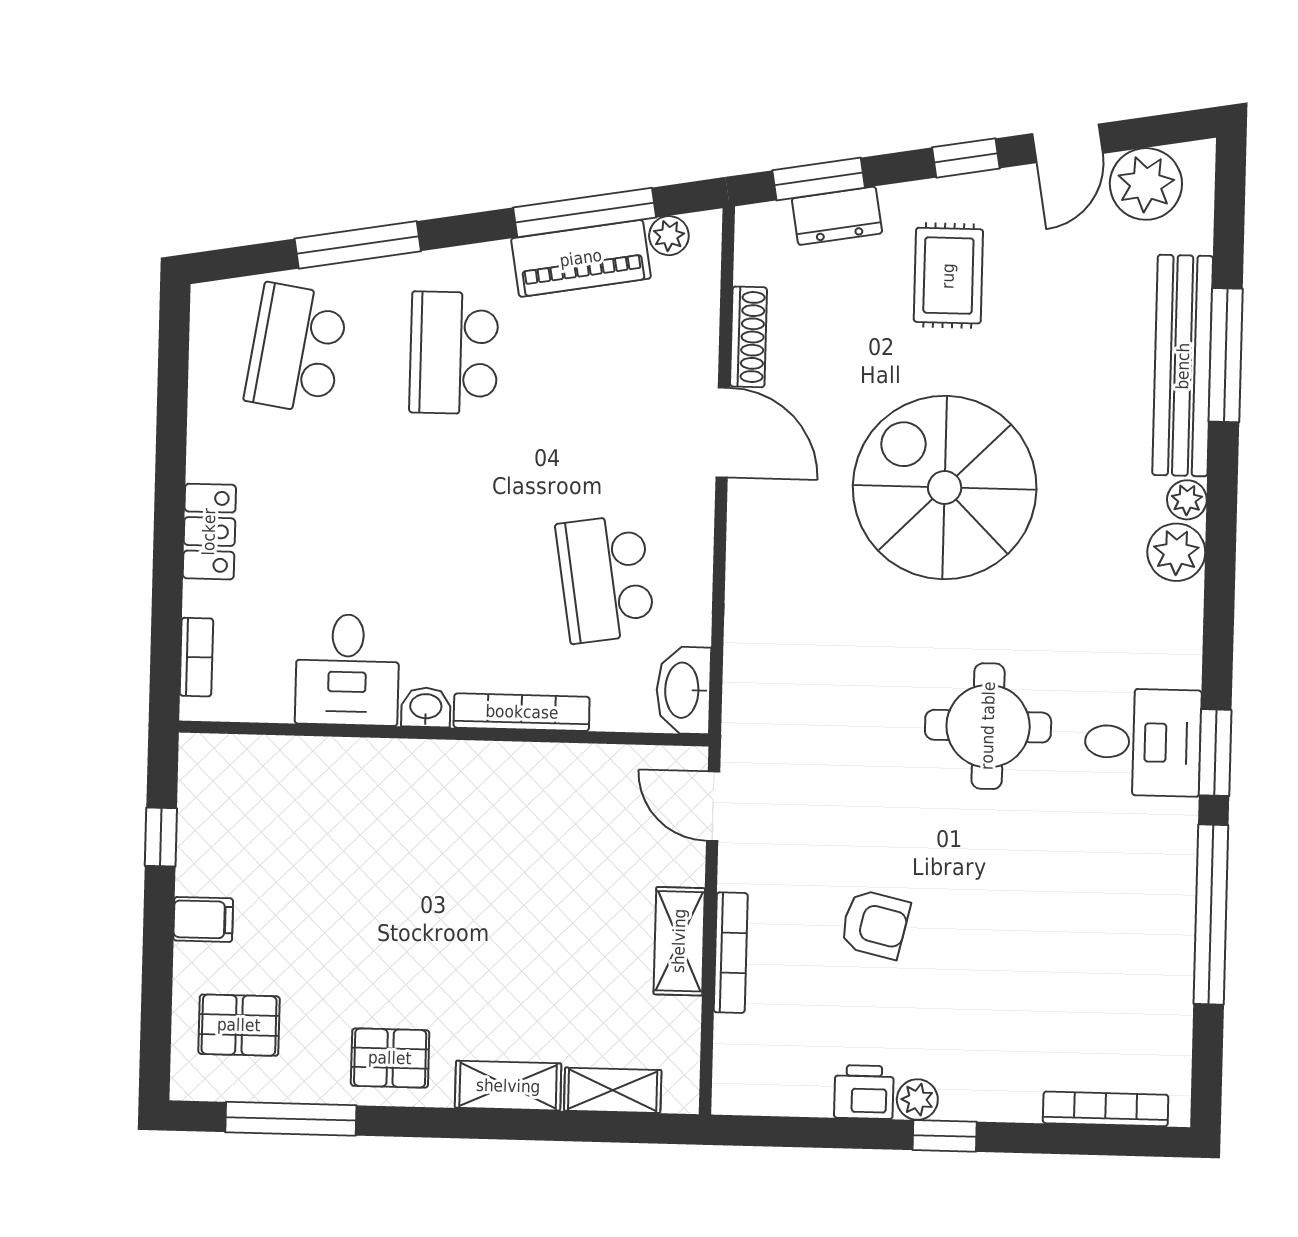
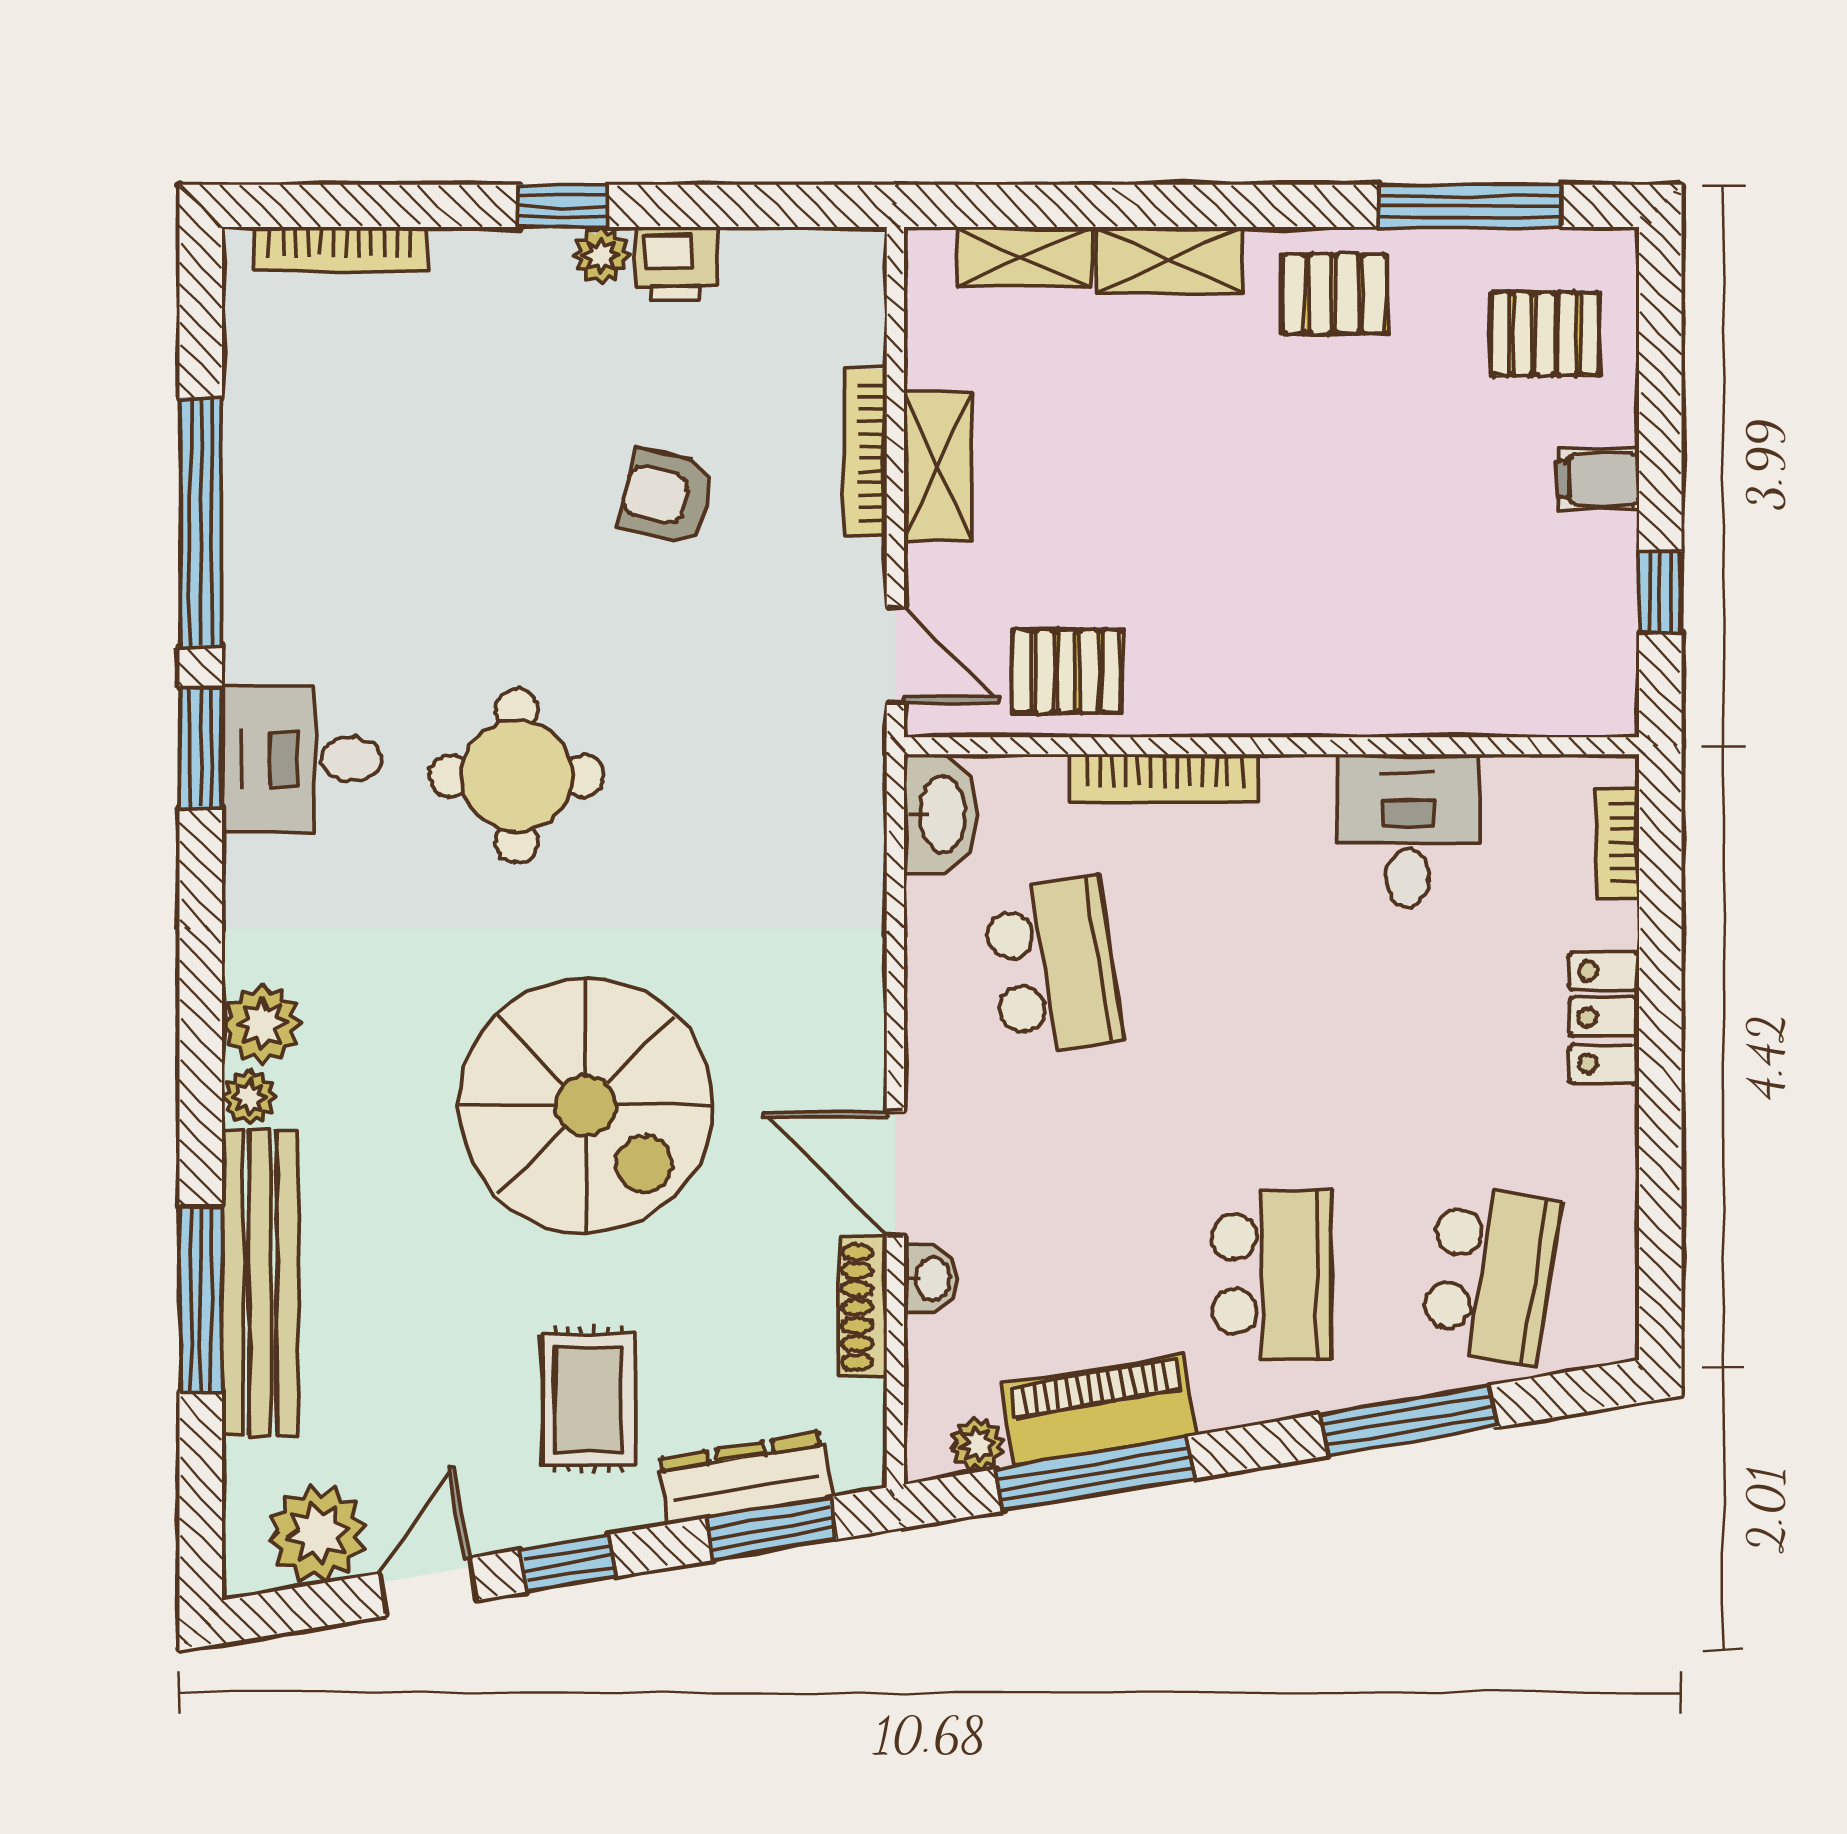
dresser: (837, 216) -> (745, 1478), width x1.44
washbasin: (426, 707) -> (931, 1279), moved, turned -90
pallet: (590, 791) -> (1067, 671), added

